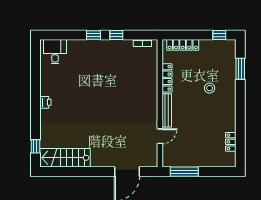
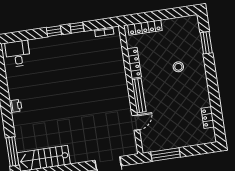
window: (219, 35) -> (180, 12), removed
window: (35, 146) -> (12, 151), width x2.17

